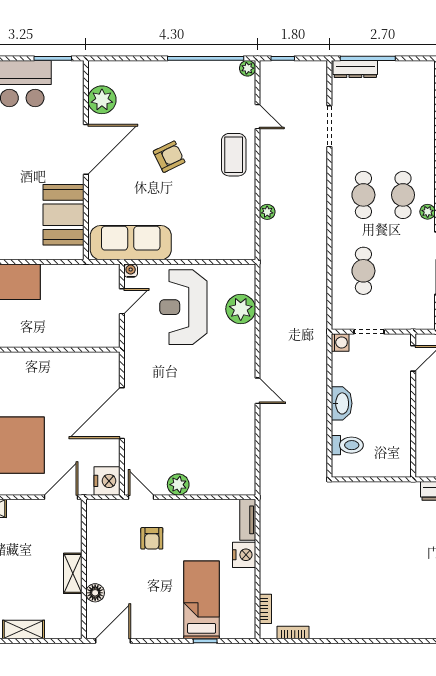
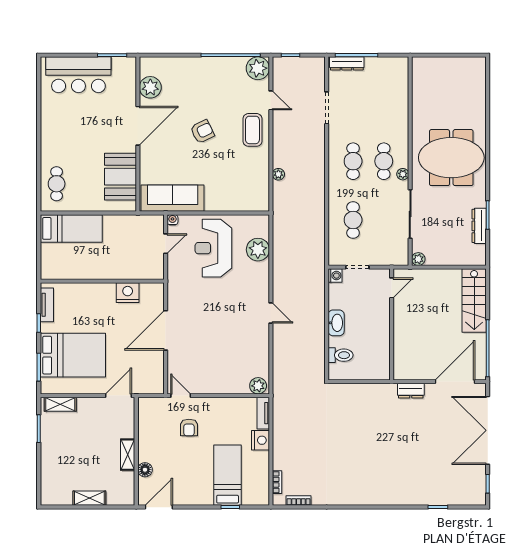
plant: (248, 68) -> (258, 68), width x1.87, depth x1.87
nightstand: (107, 481) -> (128, 293), moved, turned -90
plant: (178, 485) -> (258, 386), moved

